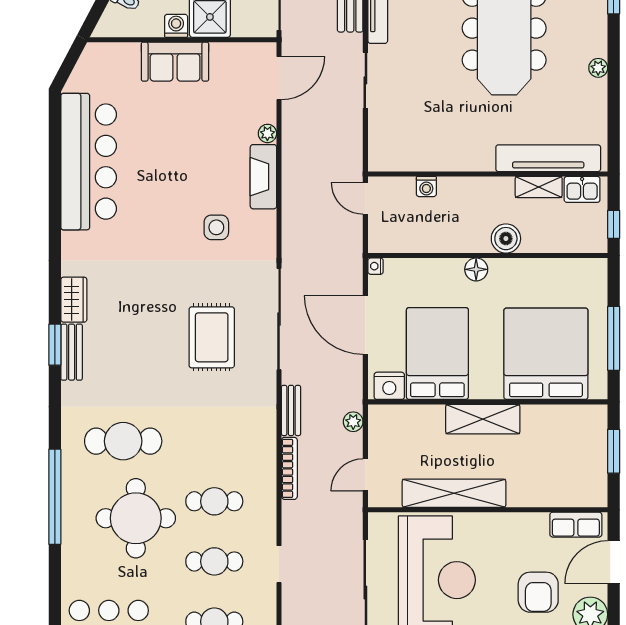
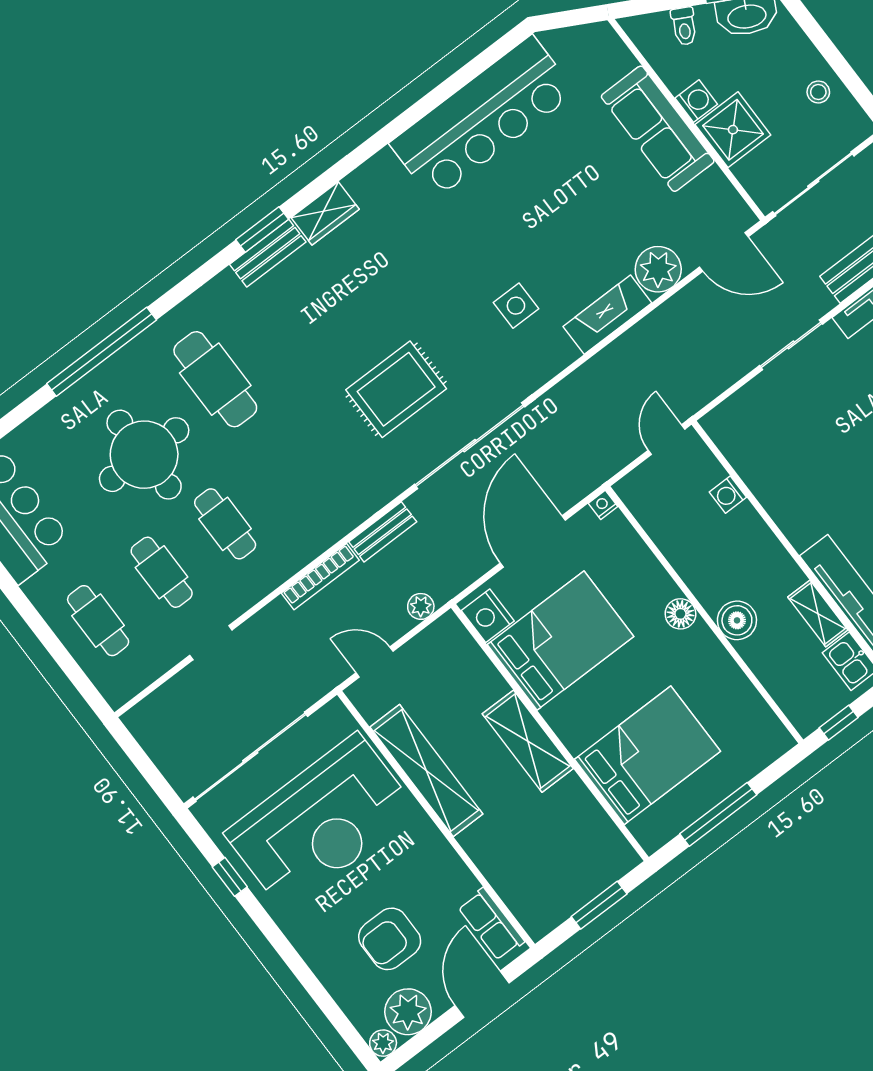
sofa: (175, 62) -> (658, 129), width x1.36
plant: (267, 133) -> (658, 269), width x1.88, depth x1.88
bed: (546, 354) -> (648, 755), width x0.73
door: (614, 562) -> (482, 994), hinge flipped

